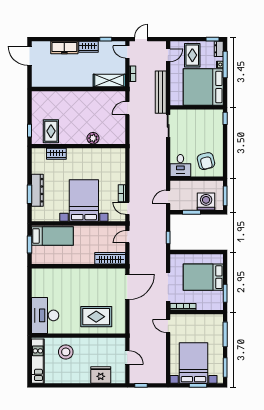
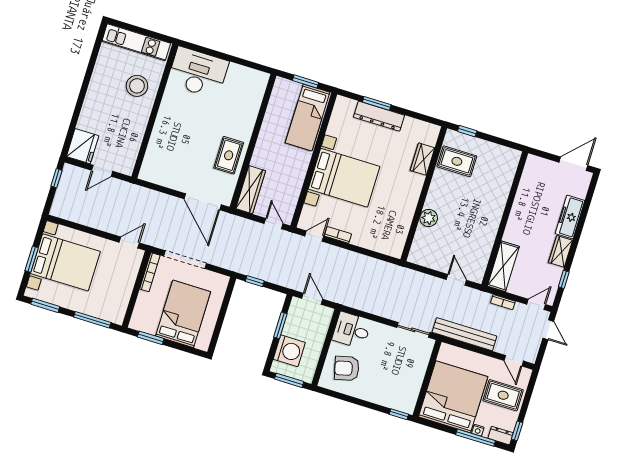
rug: (96, 317) -> (229, 155), moved, width x0.73, depth x0.70
fridge: (101, 375) -> (83, 146), moved

